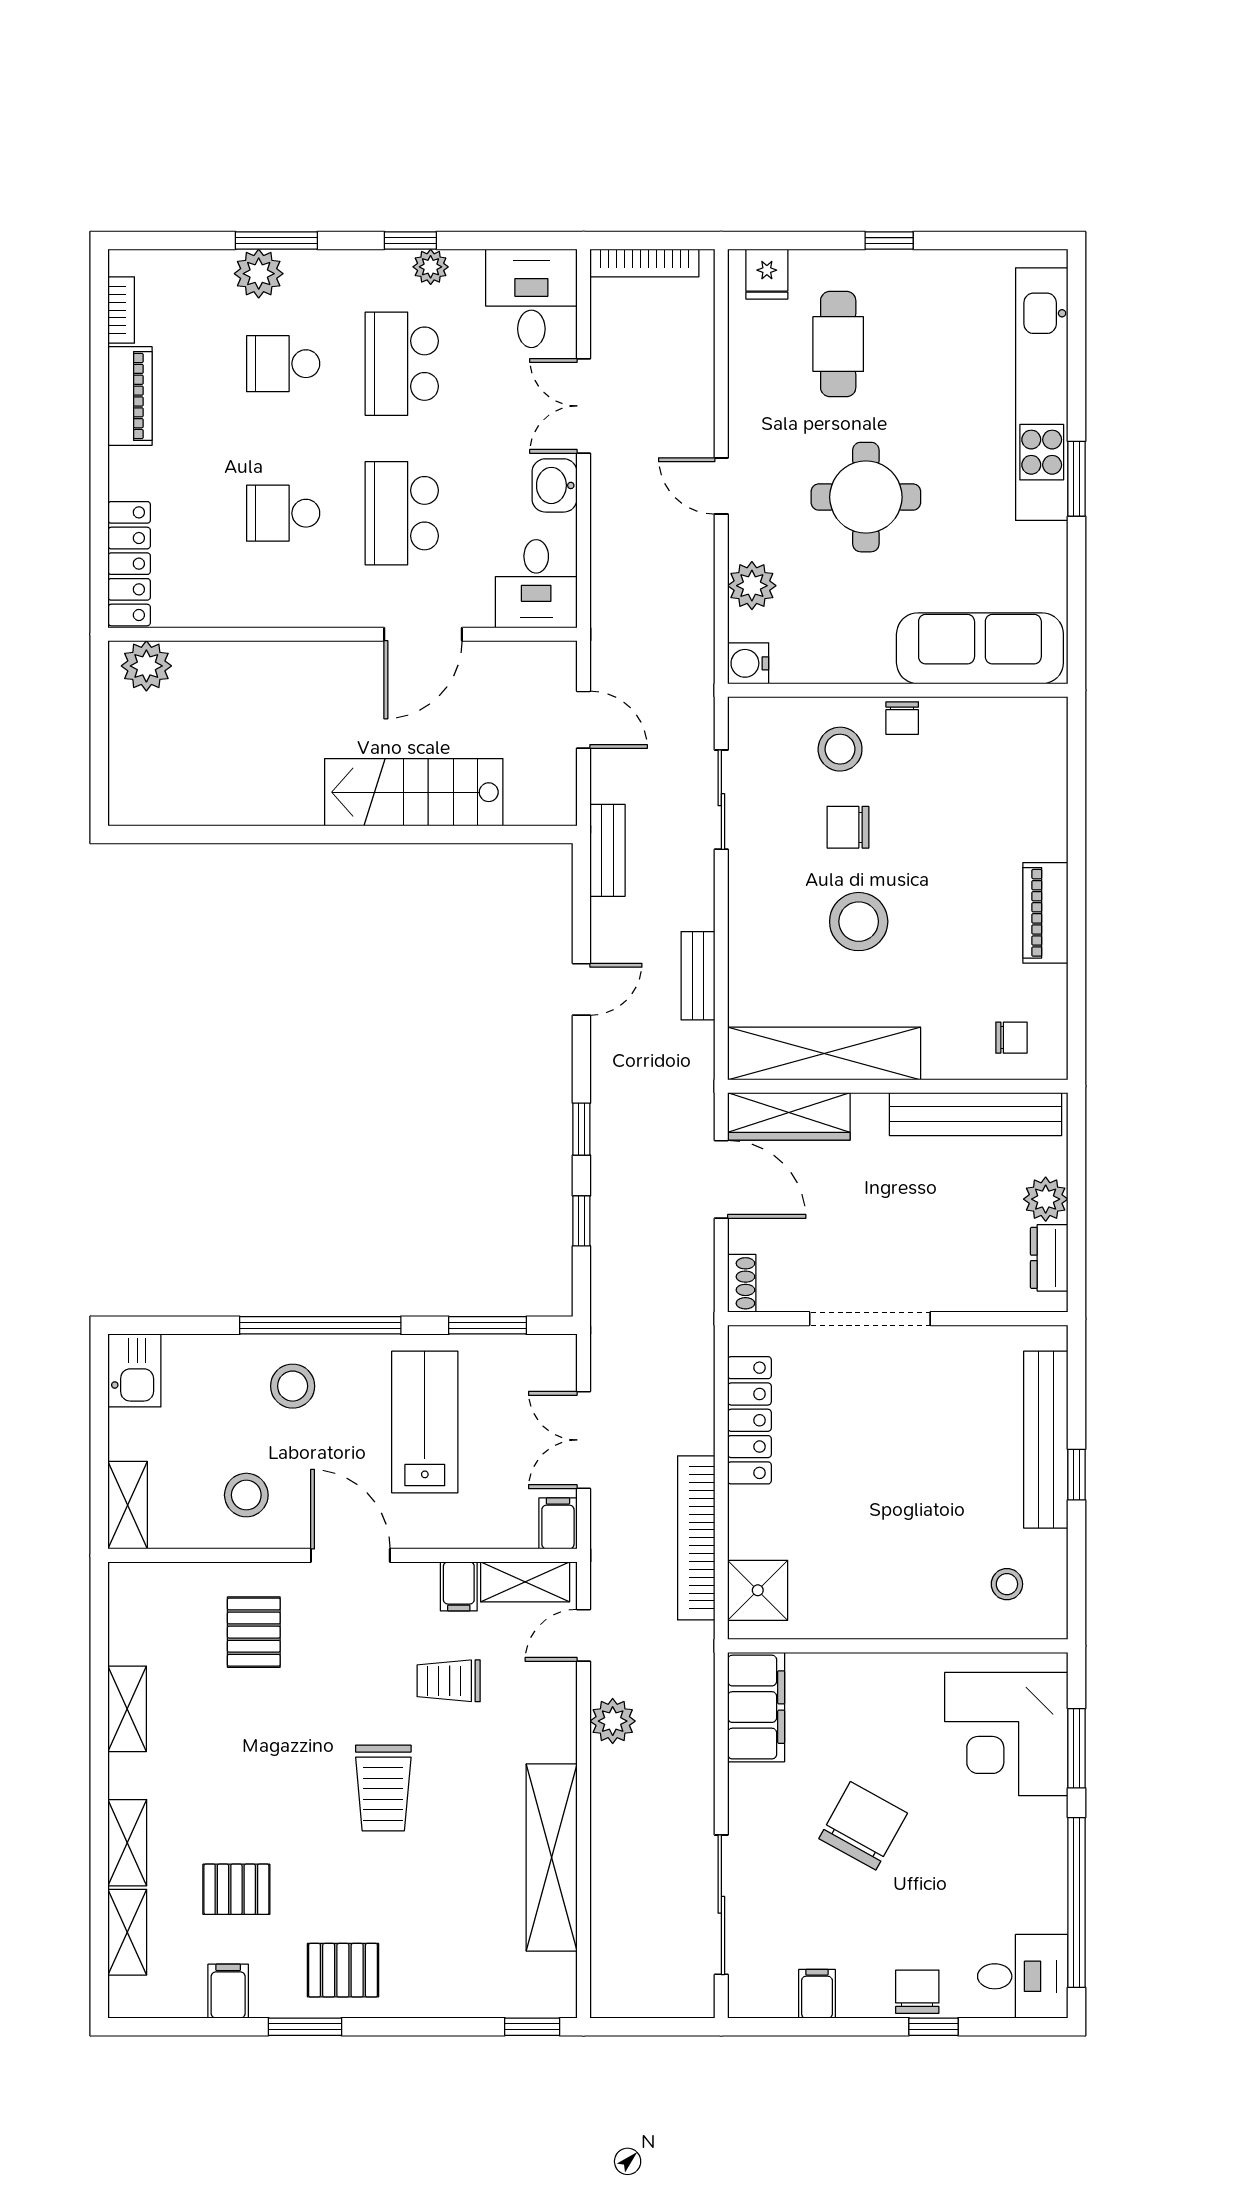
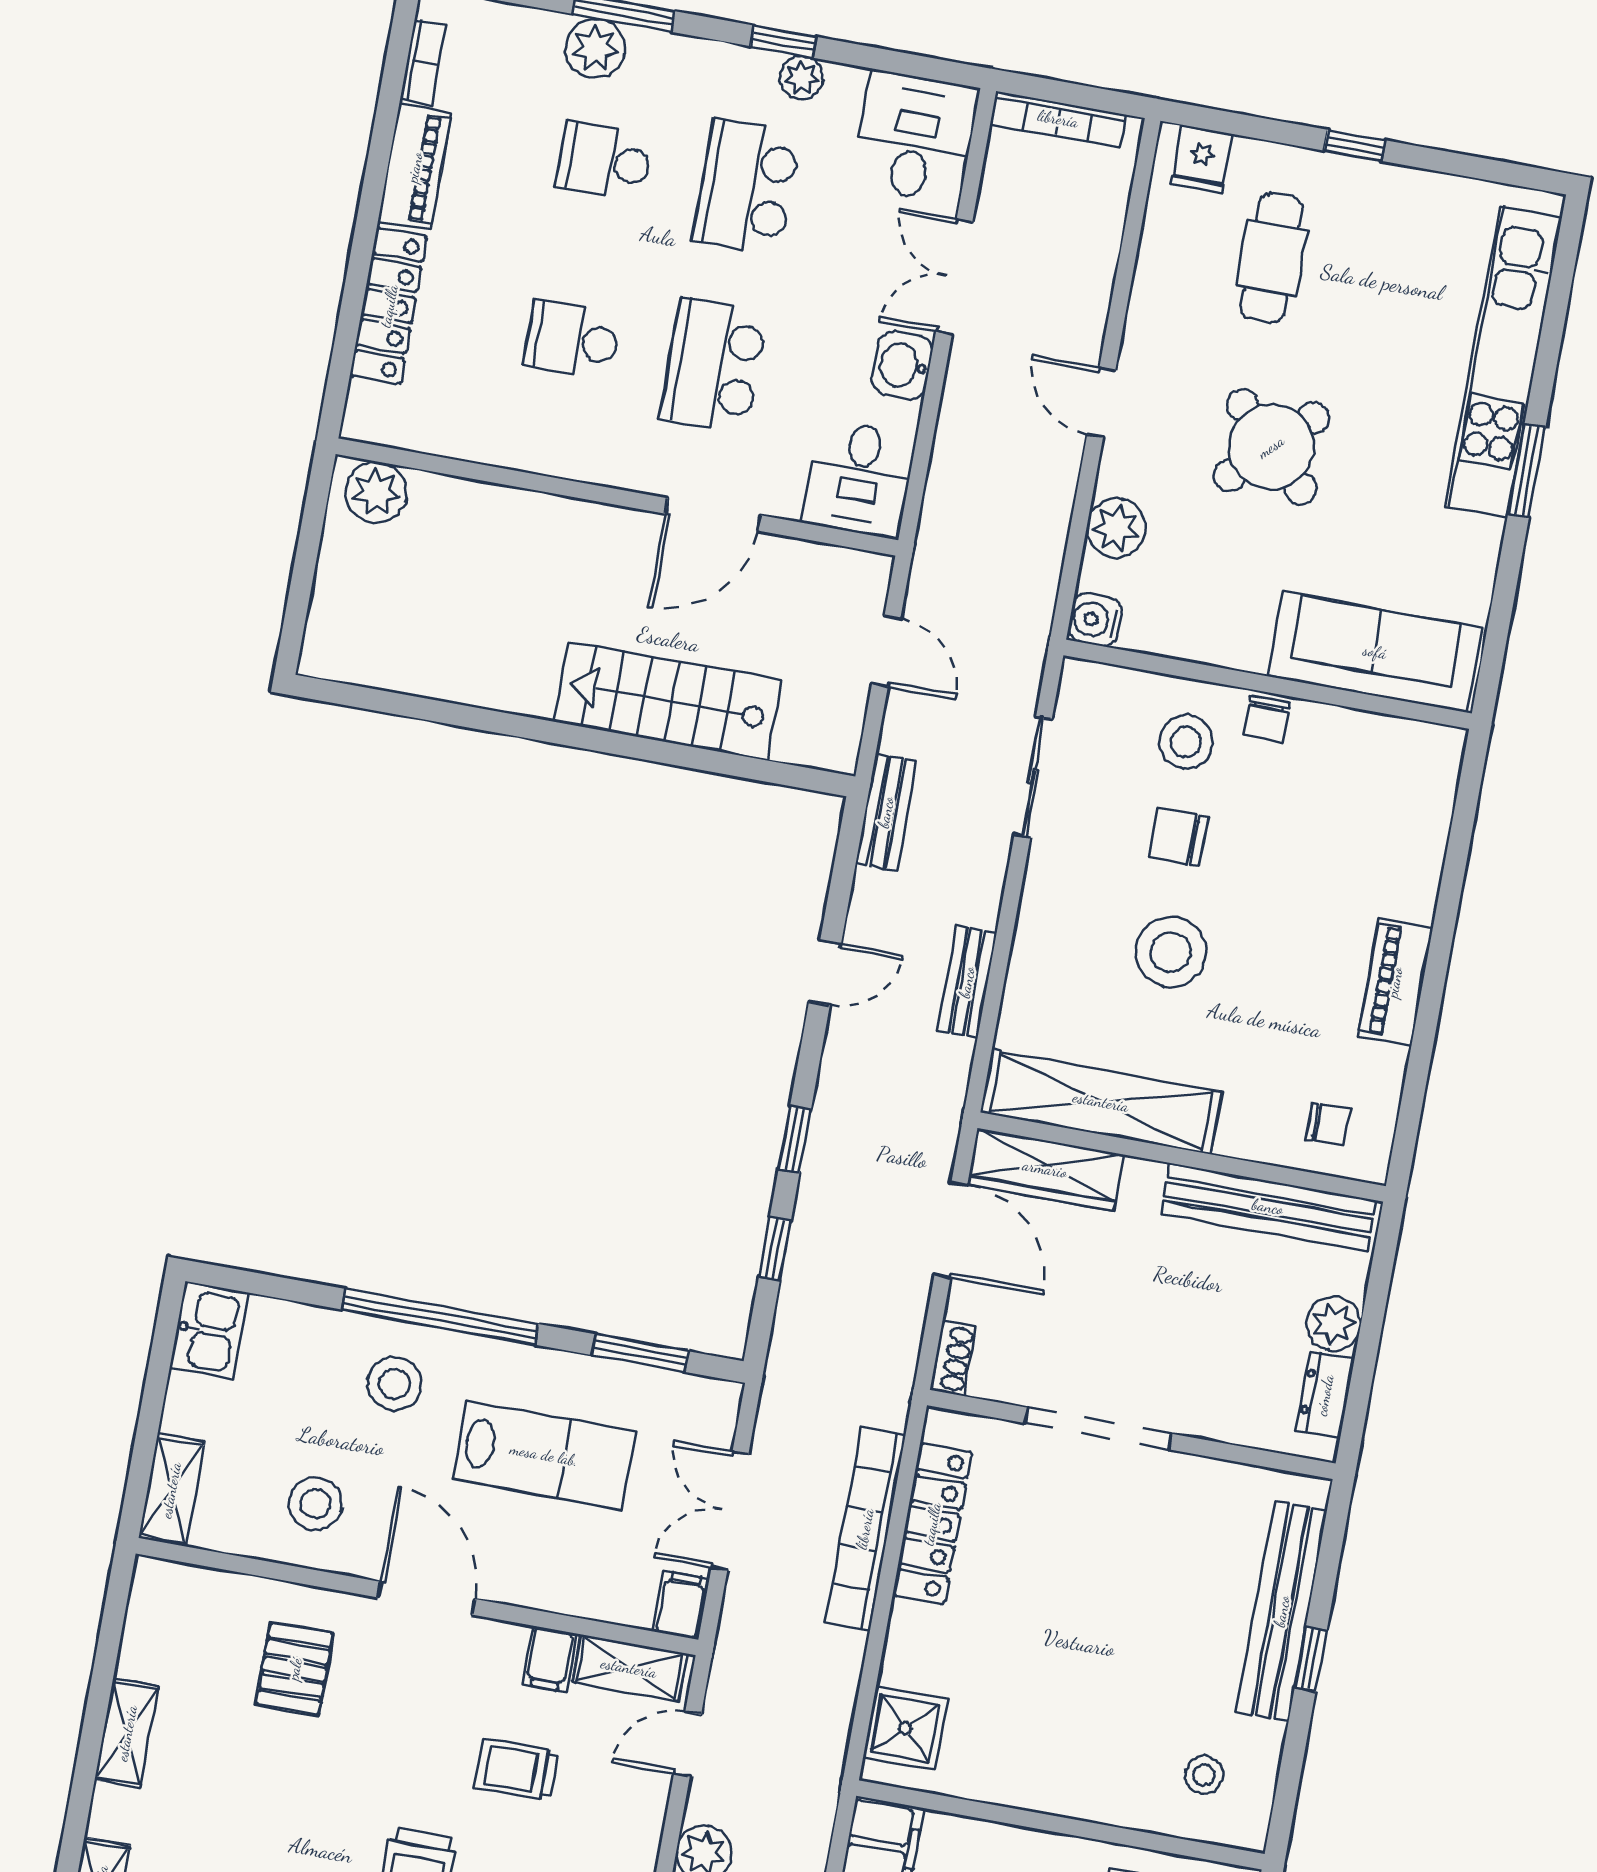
round table: (866, 497) -> (1271, 447), turned 45
locker: (129, 564) -> (389, 306), moved
lab bench: (425, 1422) -> (544, 1455), turned 90
bookcase: (696, 1538) -> (865, 1529), moved

